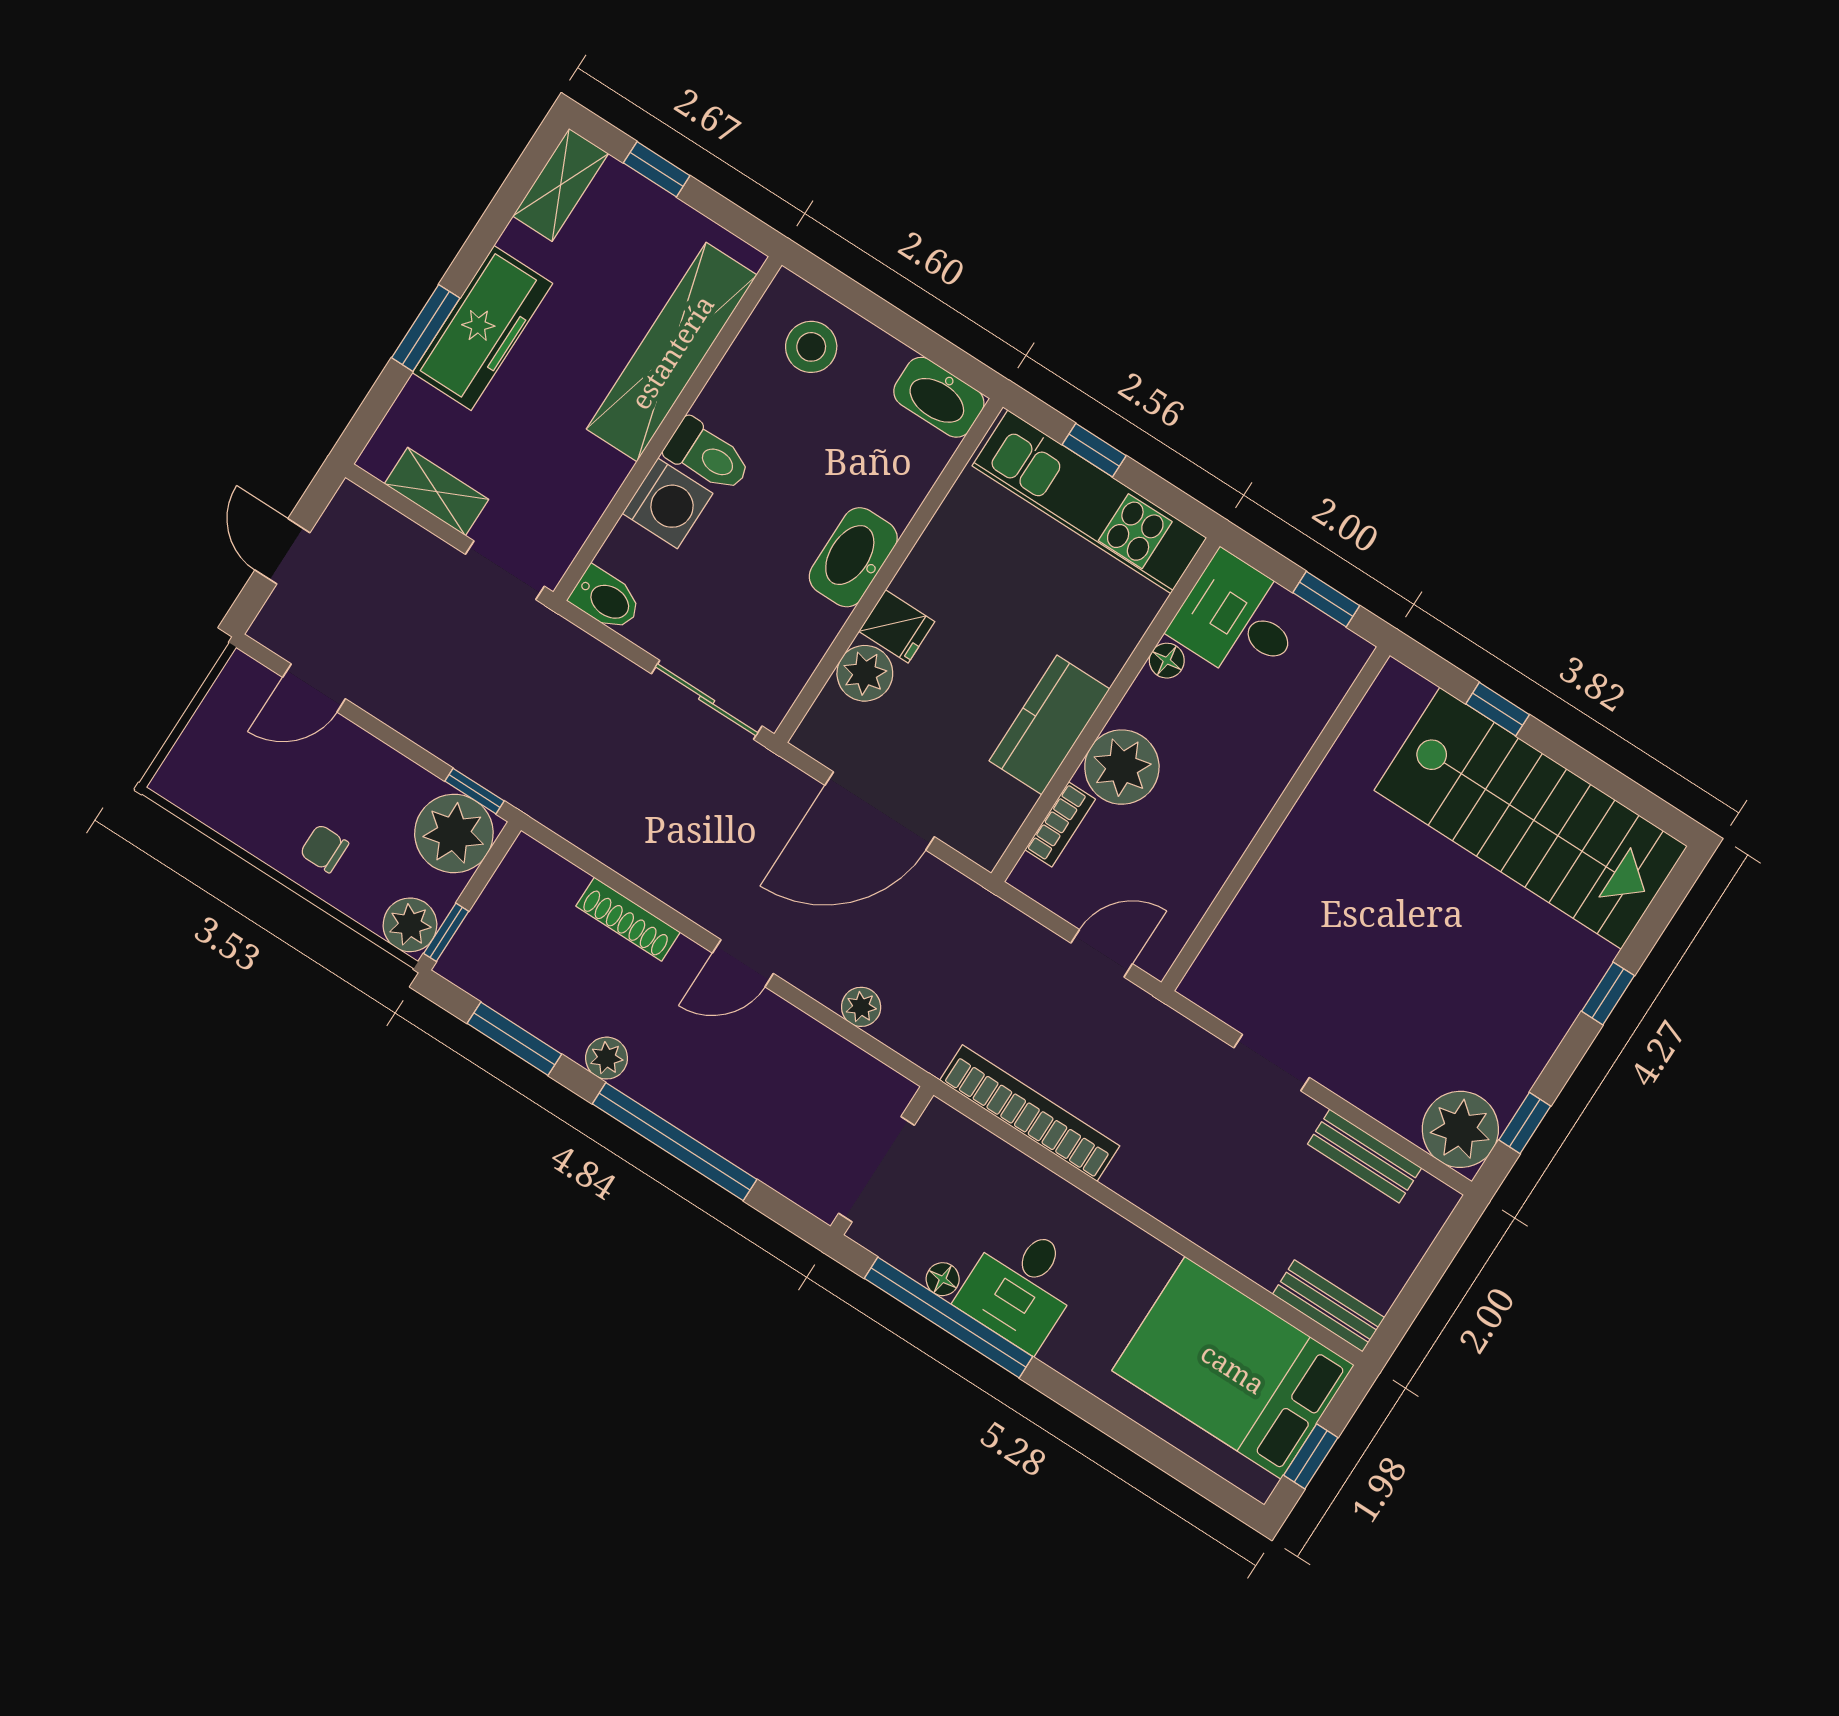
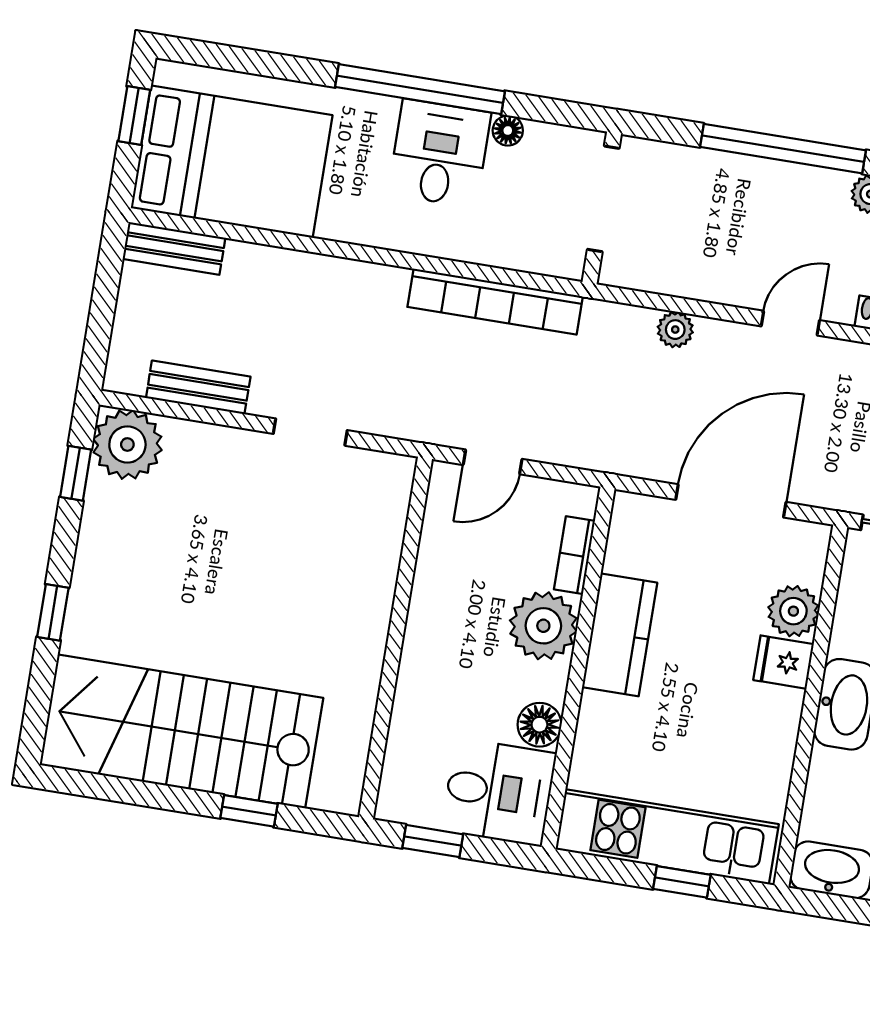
floor lamp: (1167, 661) -> (539, 725), width x1.37, depth x1.37
window: (949, 1318) -> (420, 89), moved

